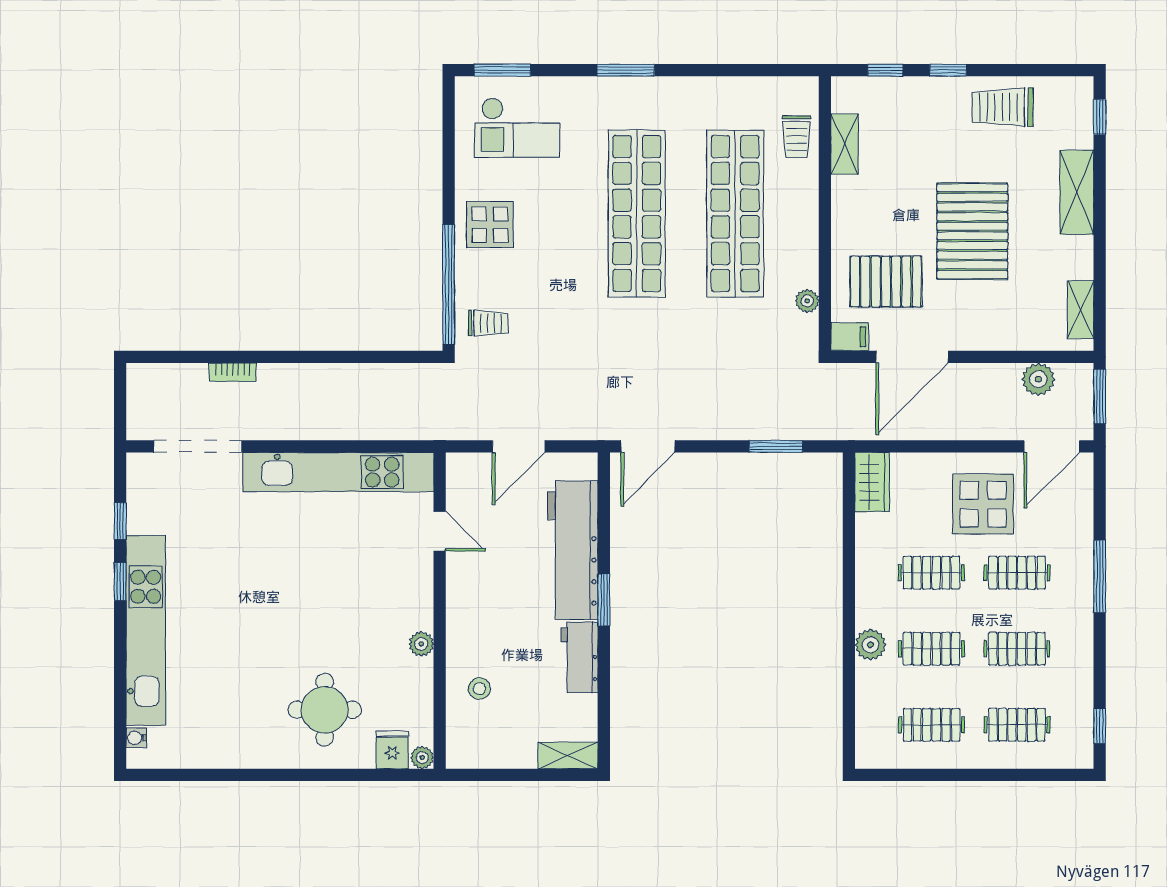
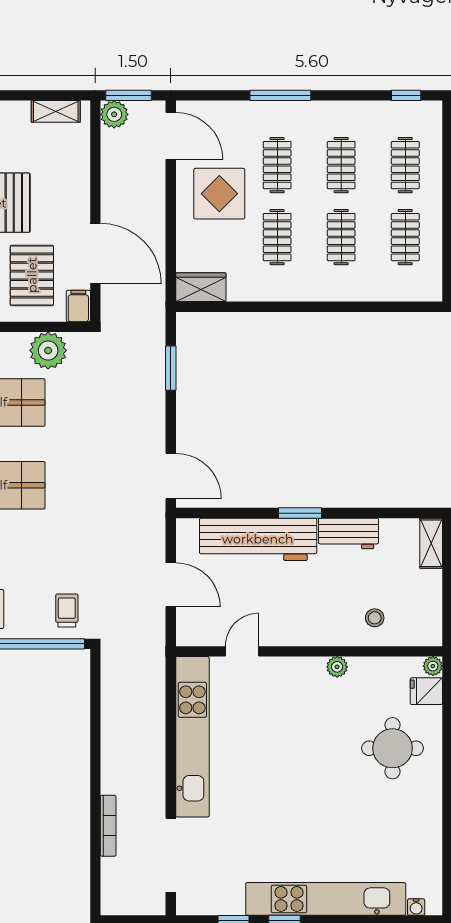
plant: (807, 301) -> (48, 350), width x1.88, depth x1.88
bookcase: (233, 372) -> (108, 826), width x1.56
plant: (1038, 379) -> (114, 114), moved
plant: (870, 645) -> (338, 289), removed

